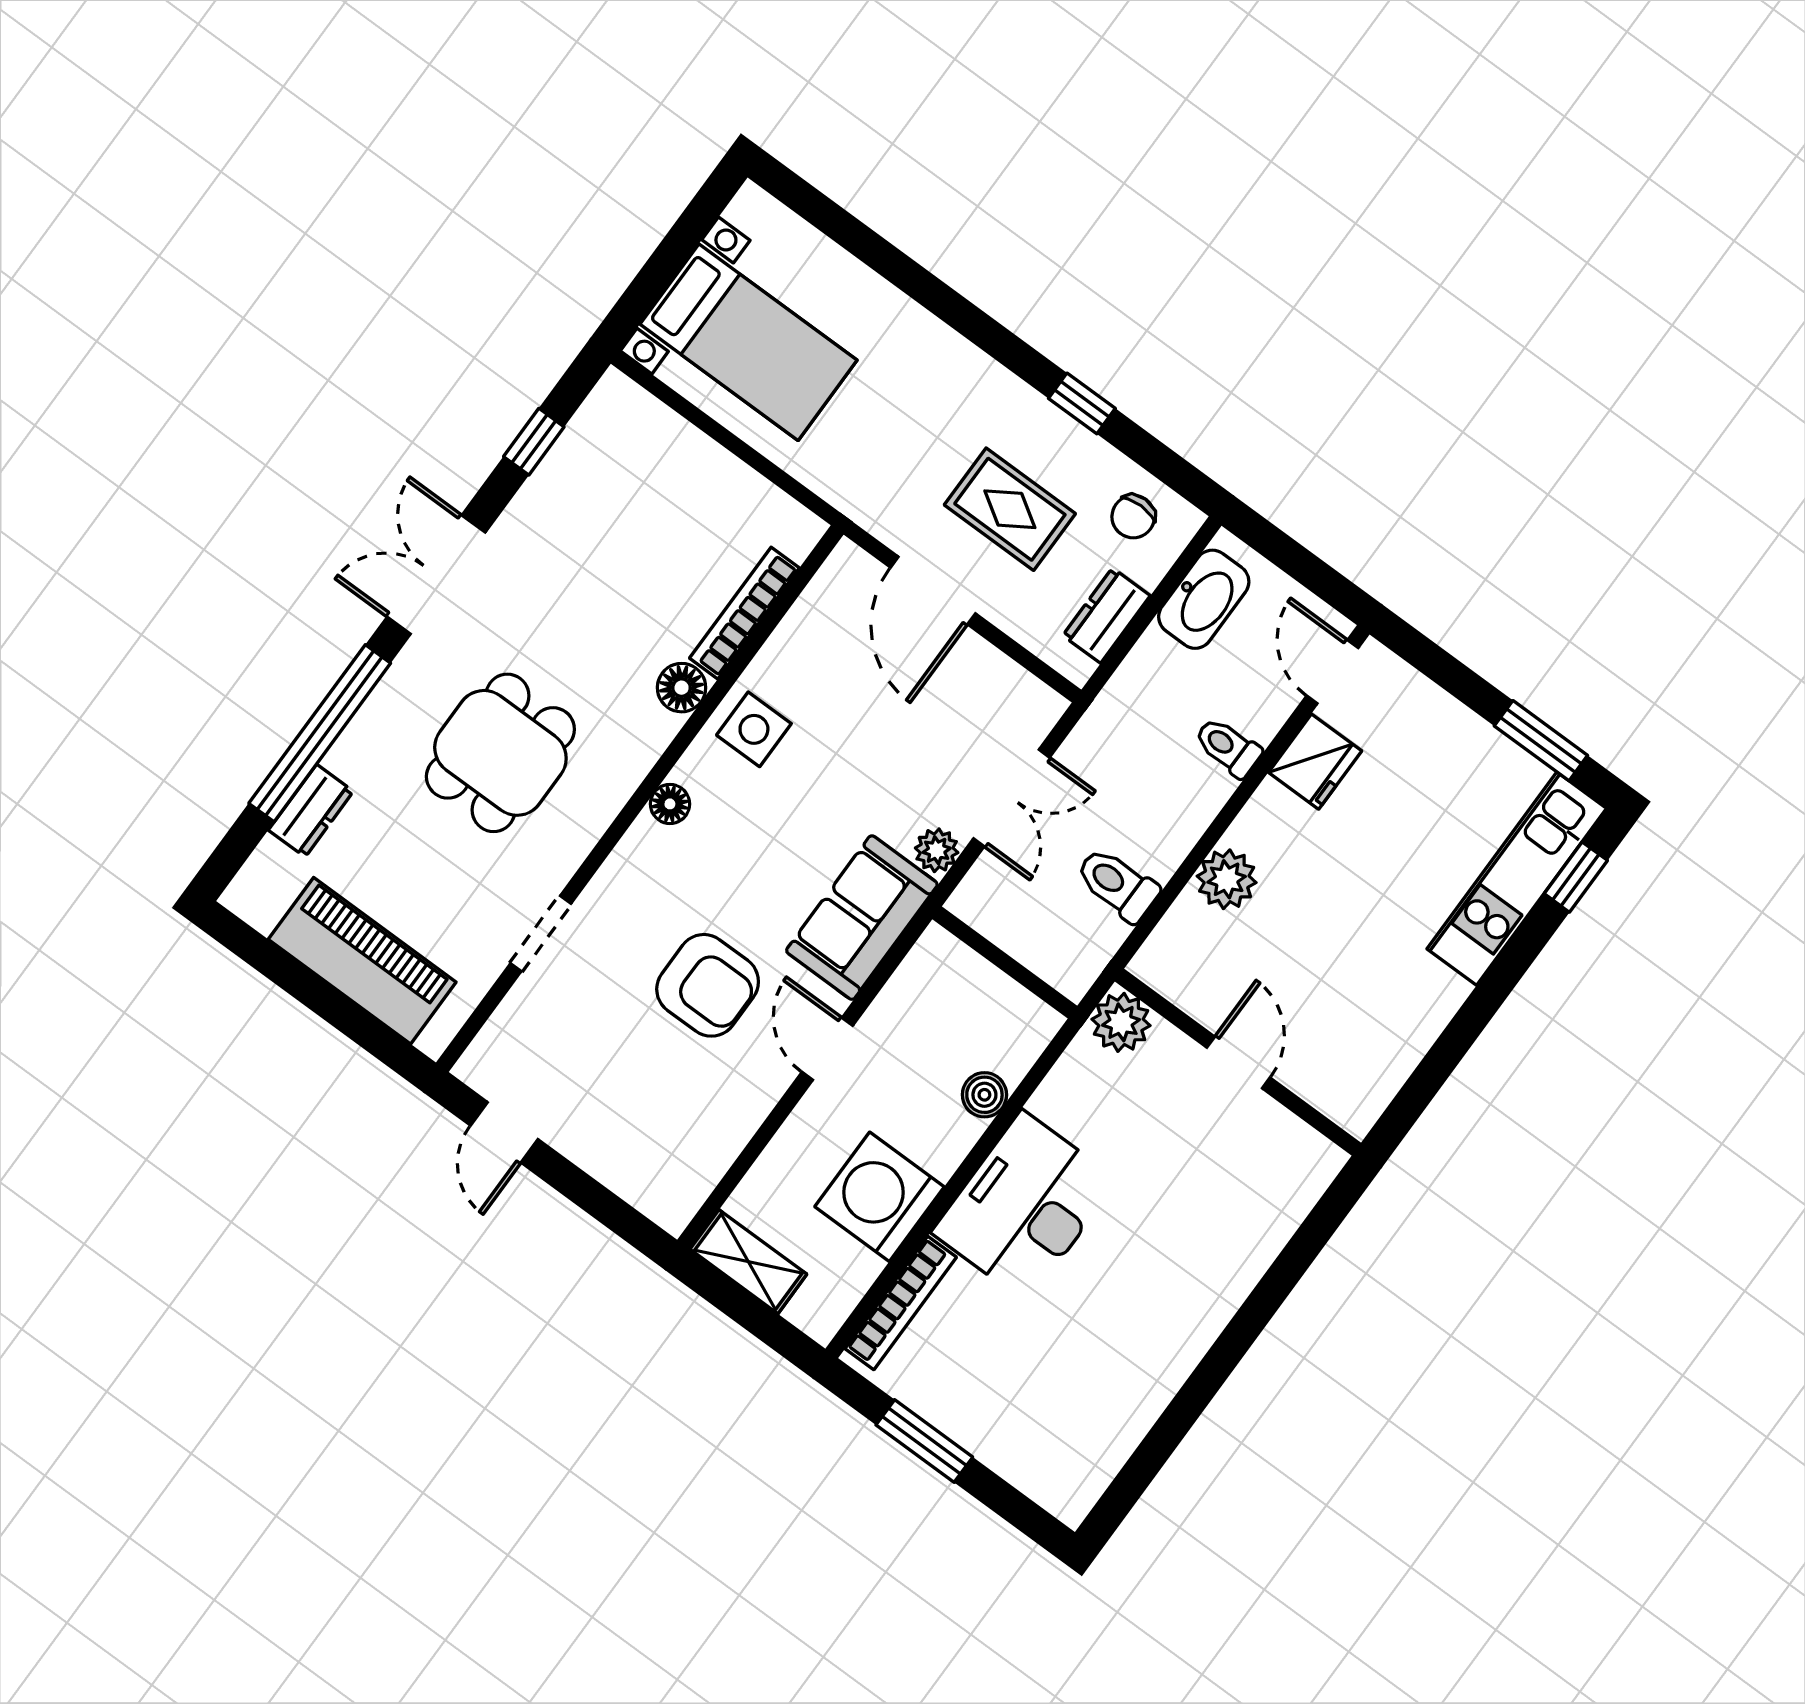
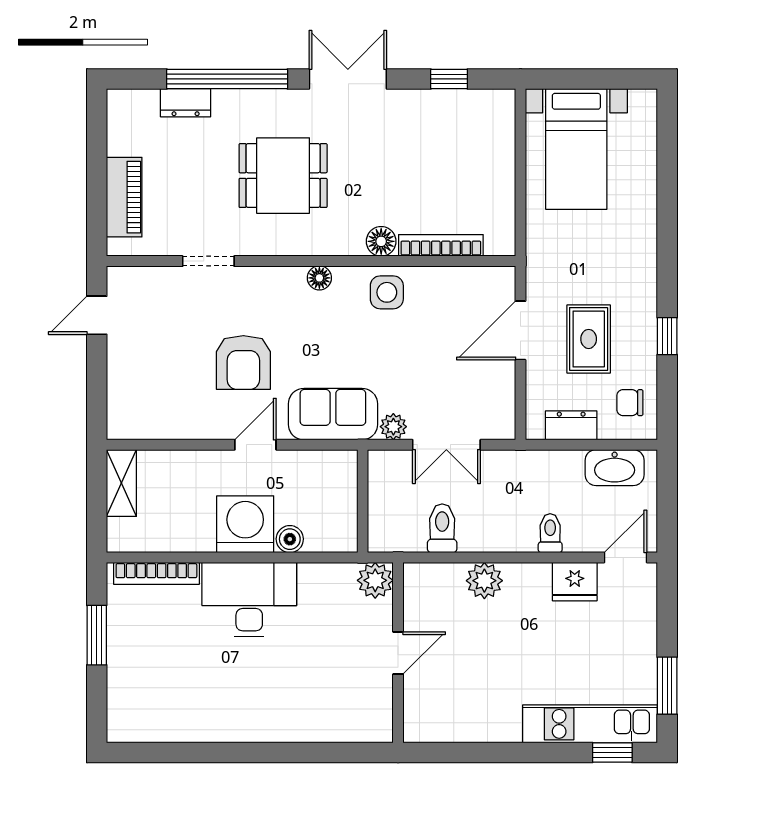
piano: (362, 961) -> (124, 197), width x0.73, depth x0.75
washing machine: (879, 1197) -> (245, 524), moved

